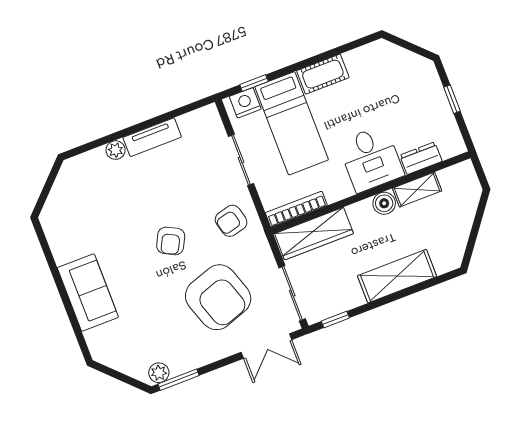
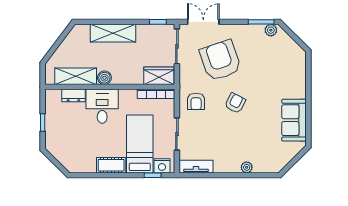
tv unit: (152, 137) -> (196, 167), moved
shelving: (417, 190) -> (76, 76), width x1.50, depth x1.33
armchair: (231, 221) -> (196, 101), turned 104
wardrobe: (314, 234) -> (159, 76), width x0.67
sofa: (88, 292) -> (294, 120), moved

